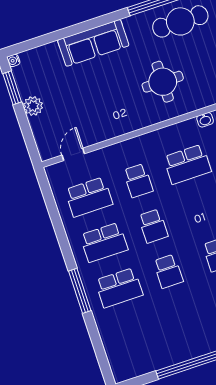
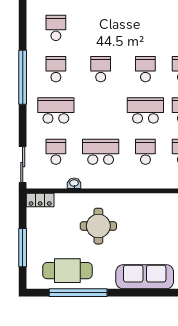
school desk: (153, 226) -> (145, 110), width x1.85

